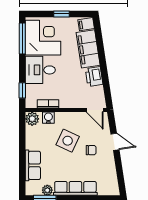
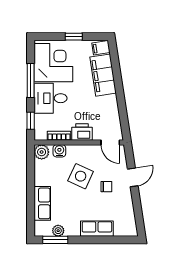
window: (22, 39) -> (31, 81), moved
printer: (94, 77) -> (82, 132), moved, turned 99
door: (115, 142) -> (133, 177), hinge flipped
row of seats: (75, 188) -> (97, 229), width x0.68

